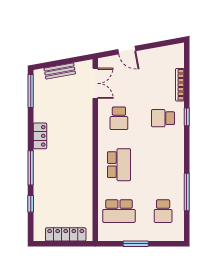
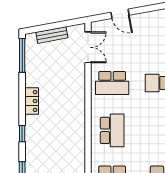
school desk: (119, 118) -> (112, 83), width x1.85
window: (31, 168) -> (22, 134), width x0.46

